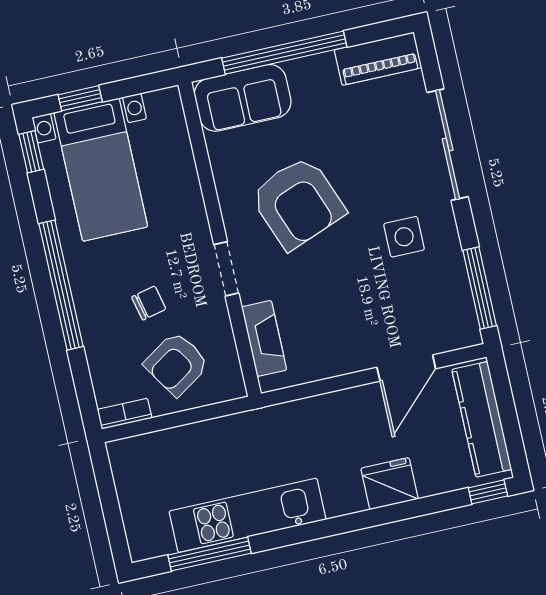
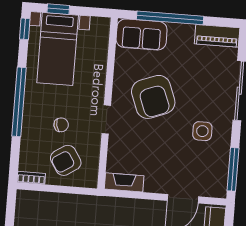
fireplace: (264, 338) -> (124, 182), moved, turned -90

